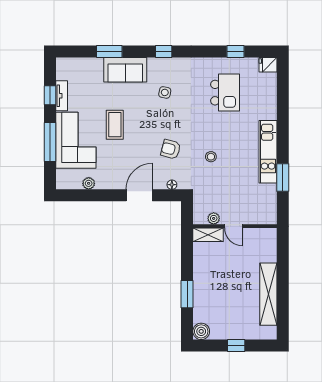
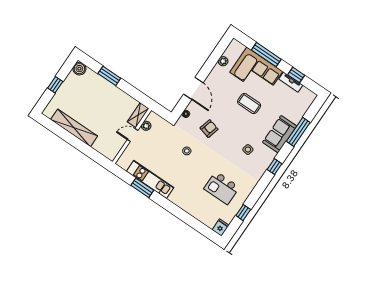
window: (109, 52) -> (298, 132), width x1.44
kitchen unit: (268, 152) -> (150, 179), moved

